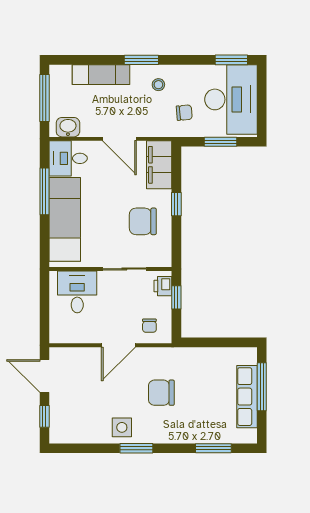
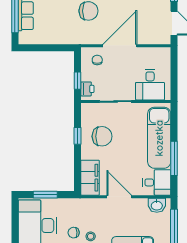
chair: (184, 113) -> (74, 233), moved
window: (176, 204) -> (77, 136), moved
door: (118, 345) -> (120, 46), width x1.36

